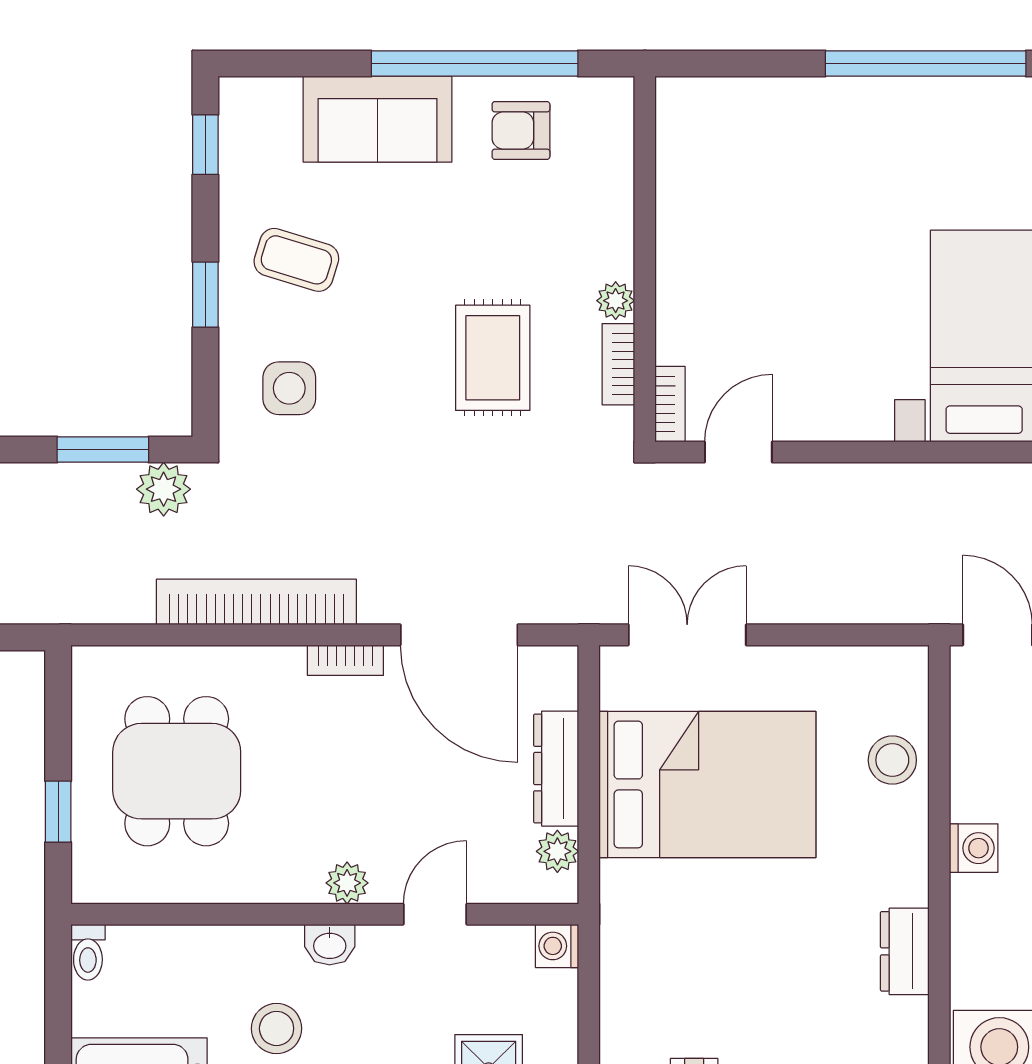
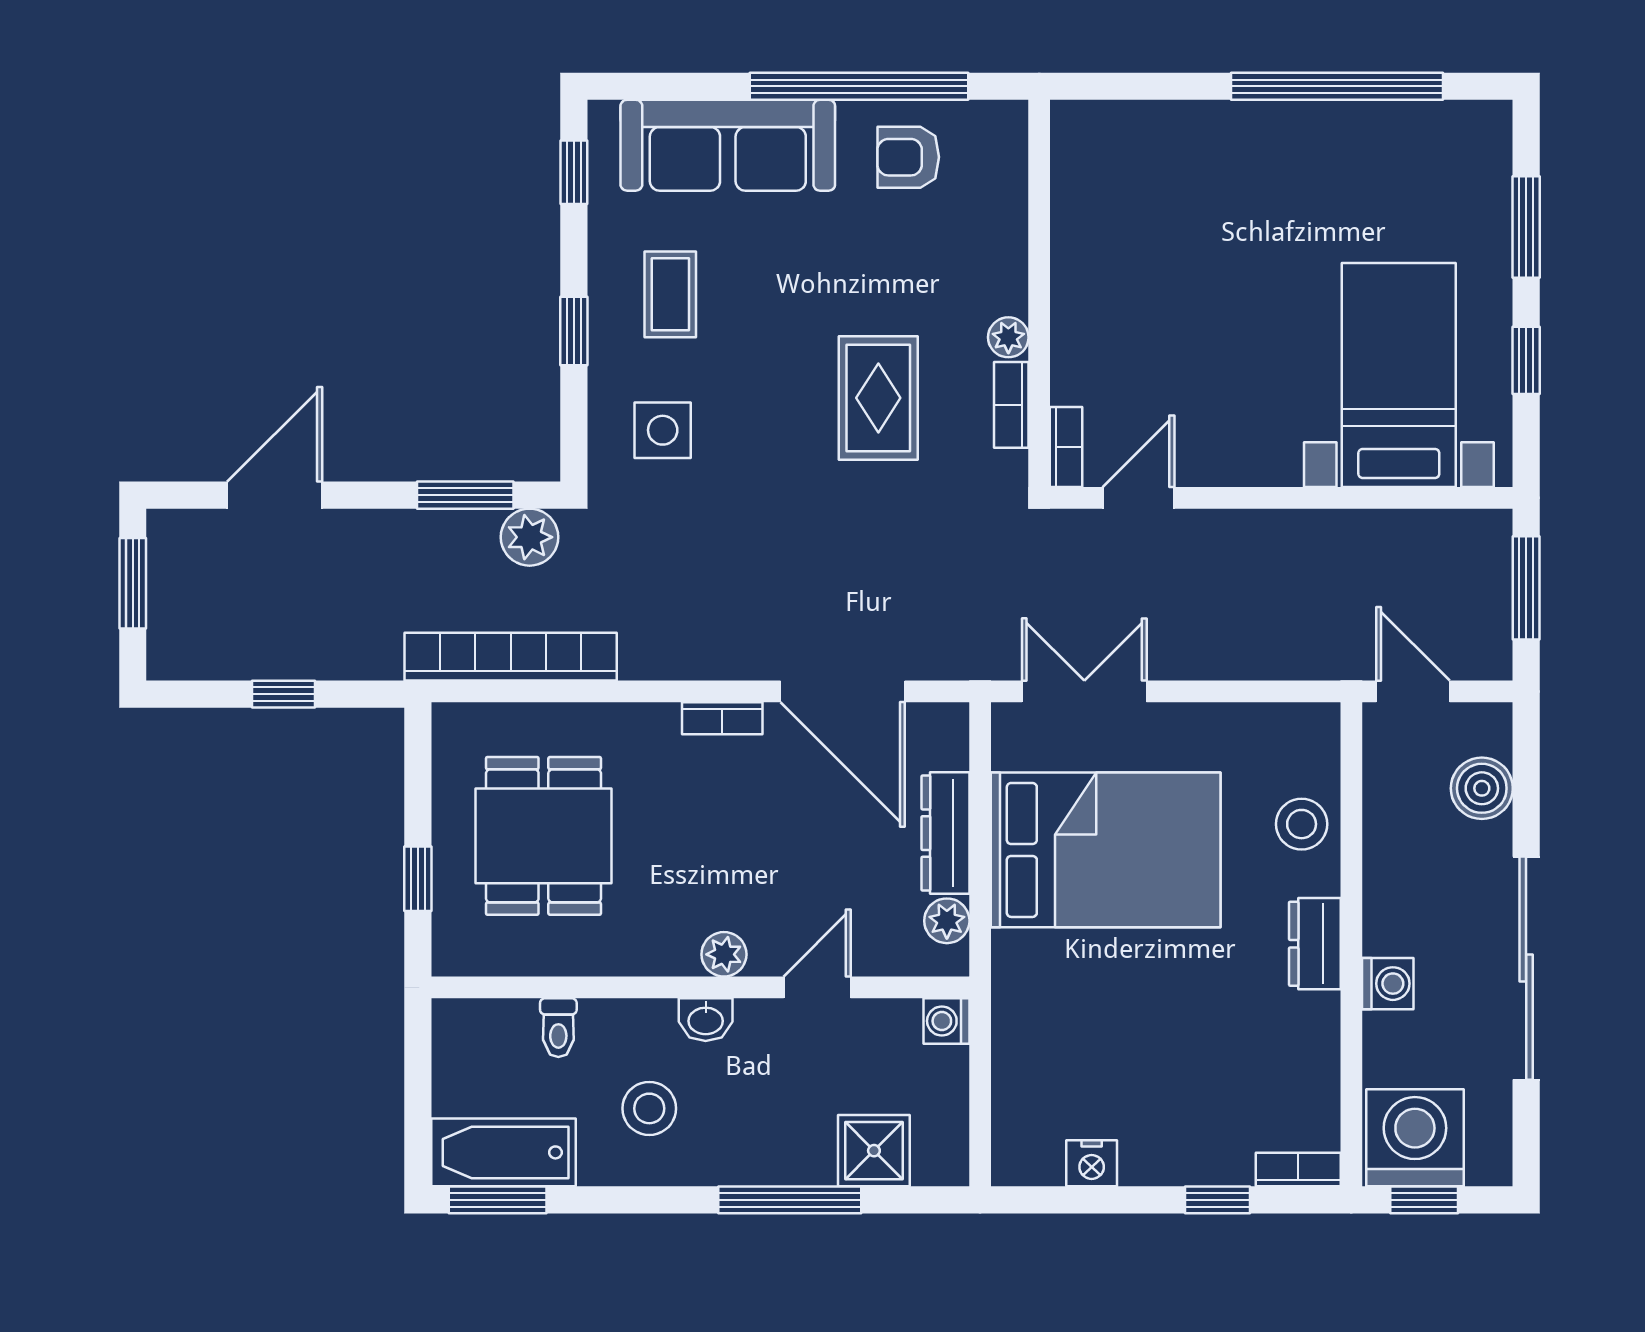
sofa: (378, 119) -> (728, 145), width x1.36
coffee table: (296, 260) -> (670, 294), turned 73
bookcase: (256, 602) -> (511, 657), moved
washing machine: (974, 848) -> (1388, 984), moved
dresser: (905, 951) -> (1315, 944), moved
toilet: (88, 952) -> (558, 1028), moved

